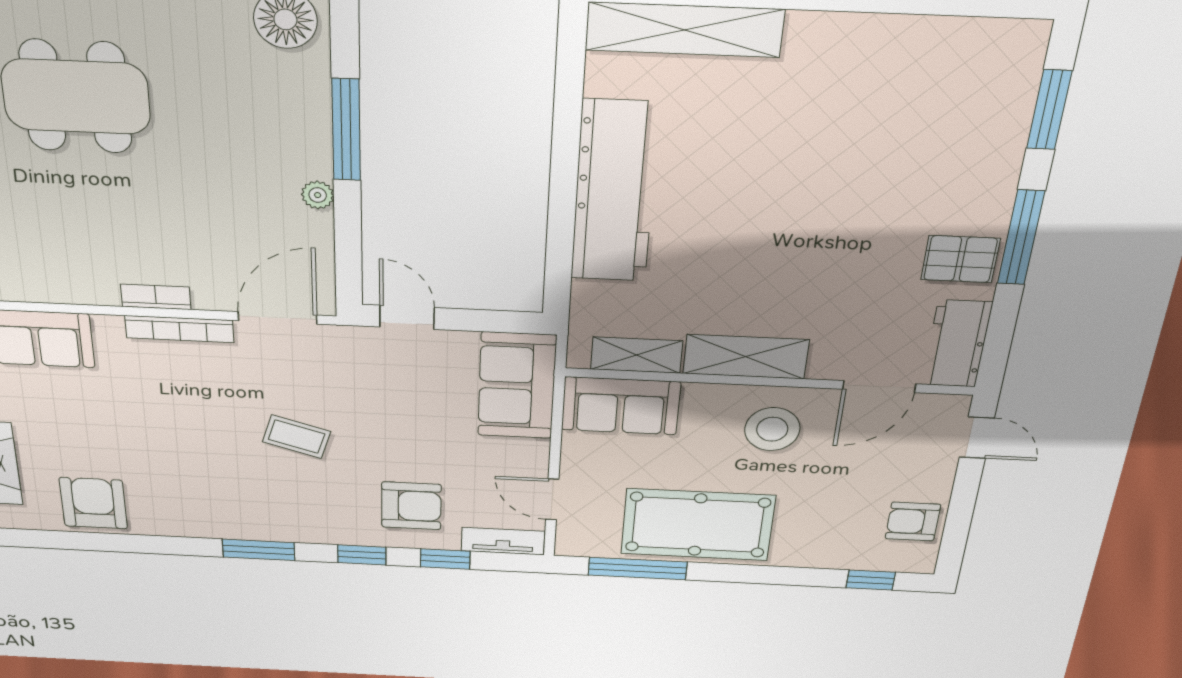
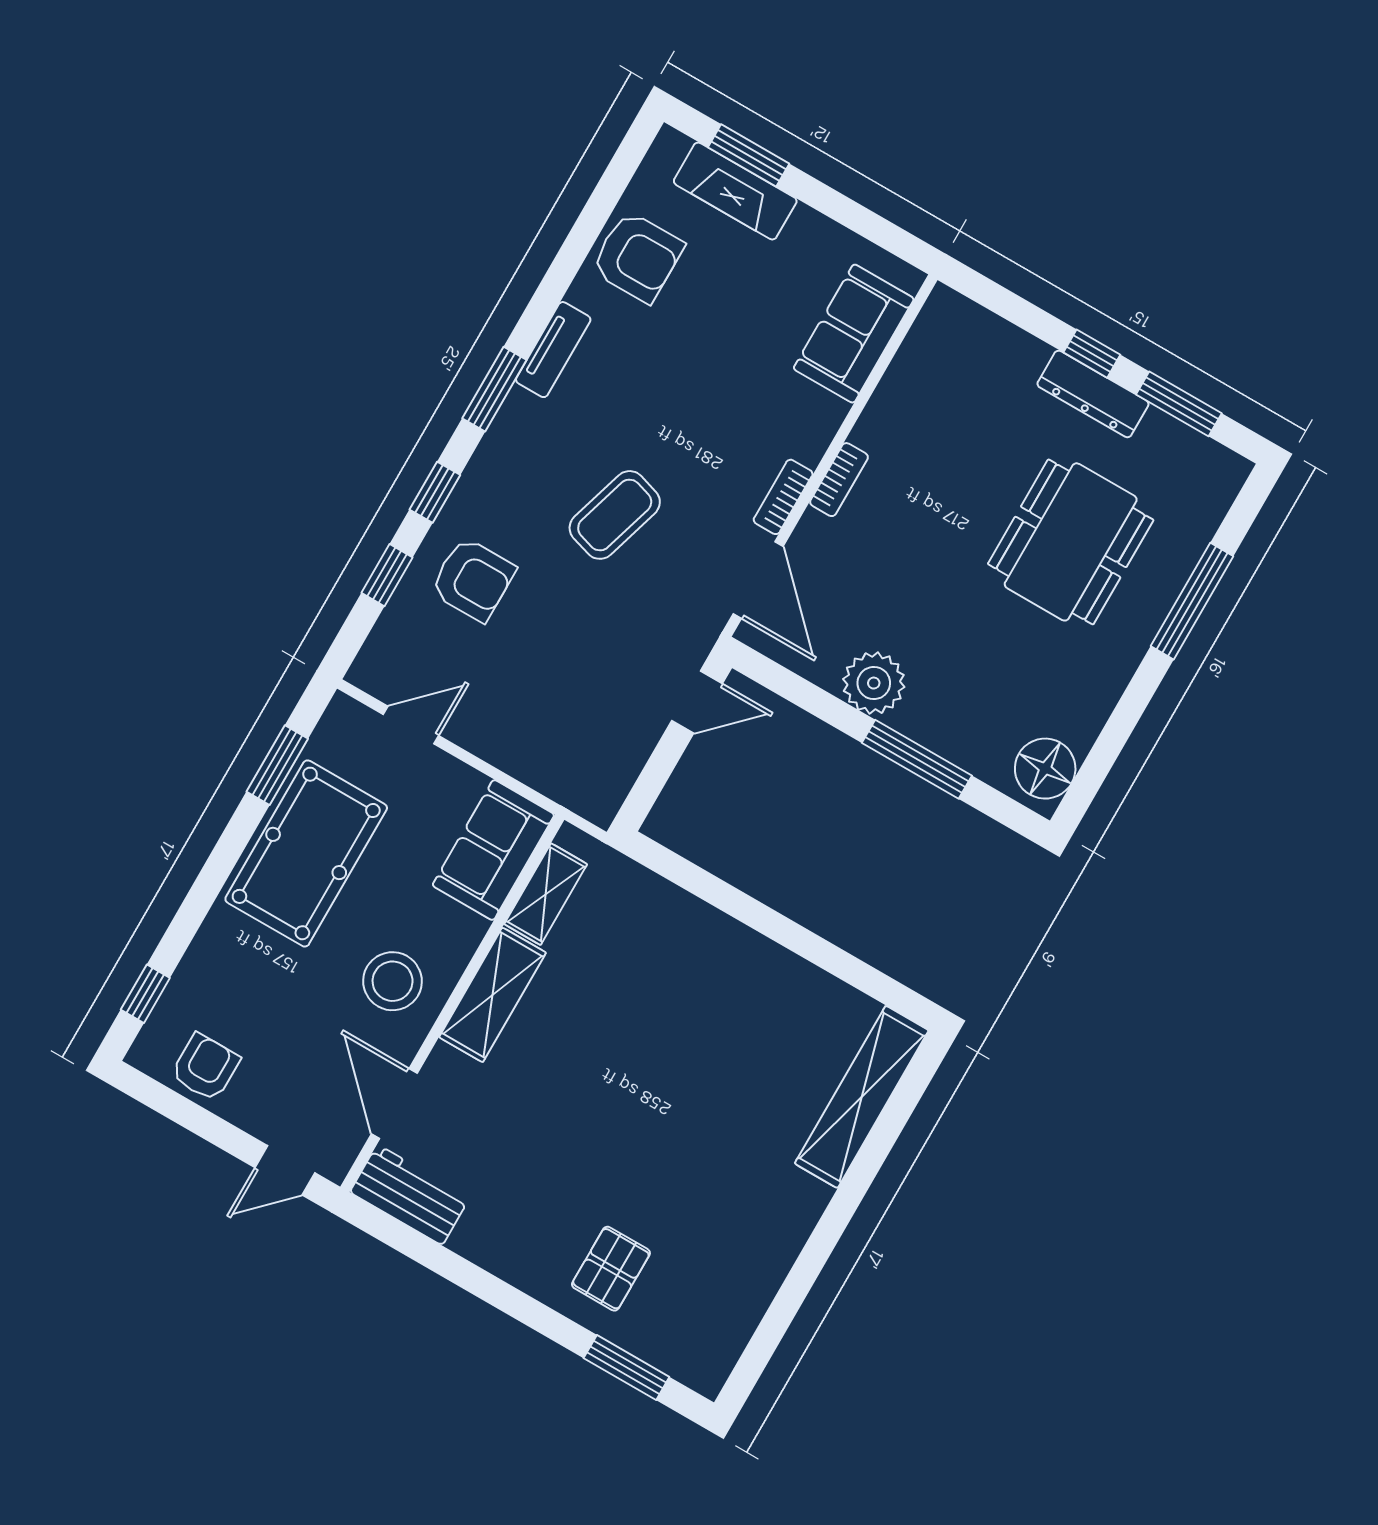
workbench: (614, 192) -> (734, 961), removed
plant: (318, 195) -> (874, 683), width x1.88, depth x1.88
window: (1021, 238) -> (503, 1296), removed
pallet: (960, 259) -> (611, 1269), moved
bookcase: (179, 329) -> (783, 497), width x0.64
sofa: (517, 386) -> (567, 763), removed
coffee table: (297, 437) -> (615, 515), width x1.36, depth x1.30
armchair: (411, 506) -> (473, 579), turned -90
tv unit: (503, 541) -> (553, 350), moved
window: (637, 569) -> (277, 765), width x0.69

